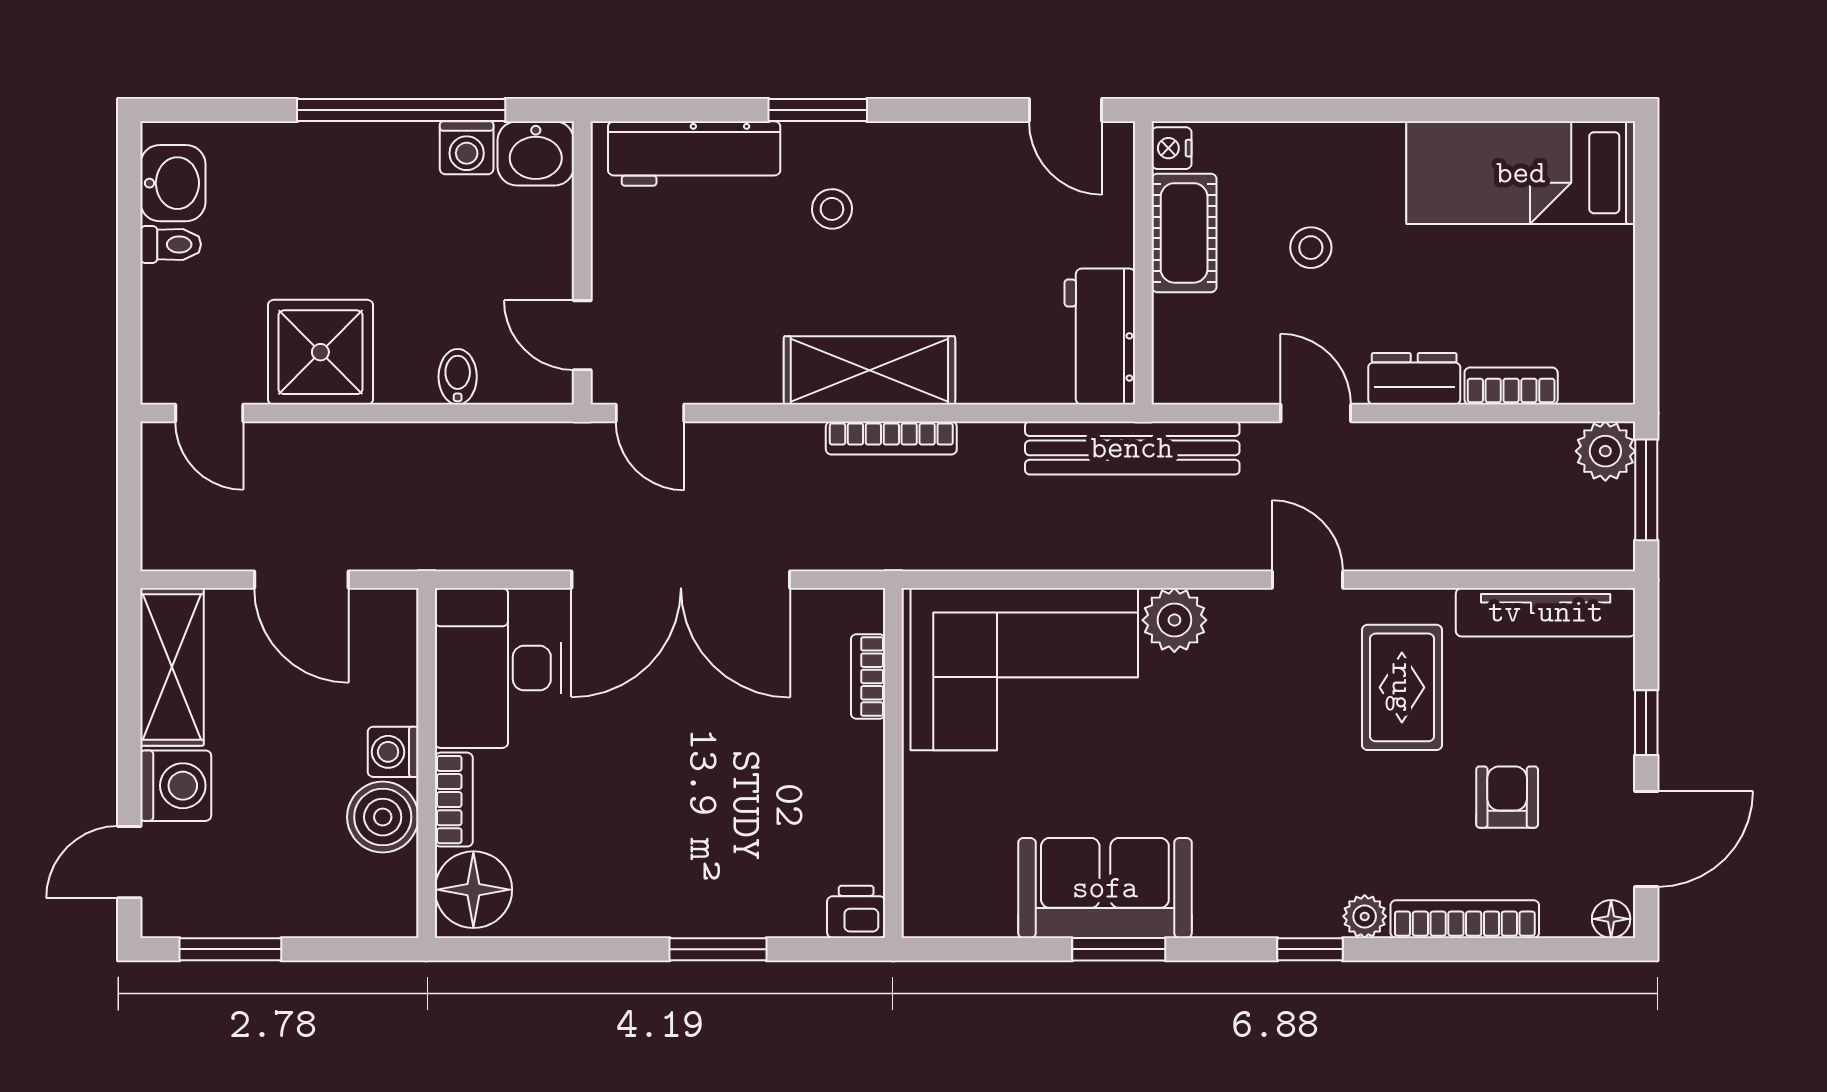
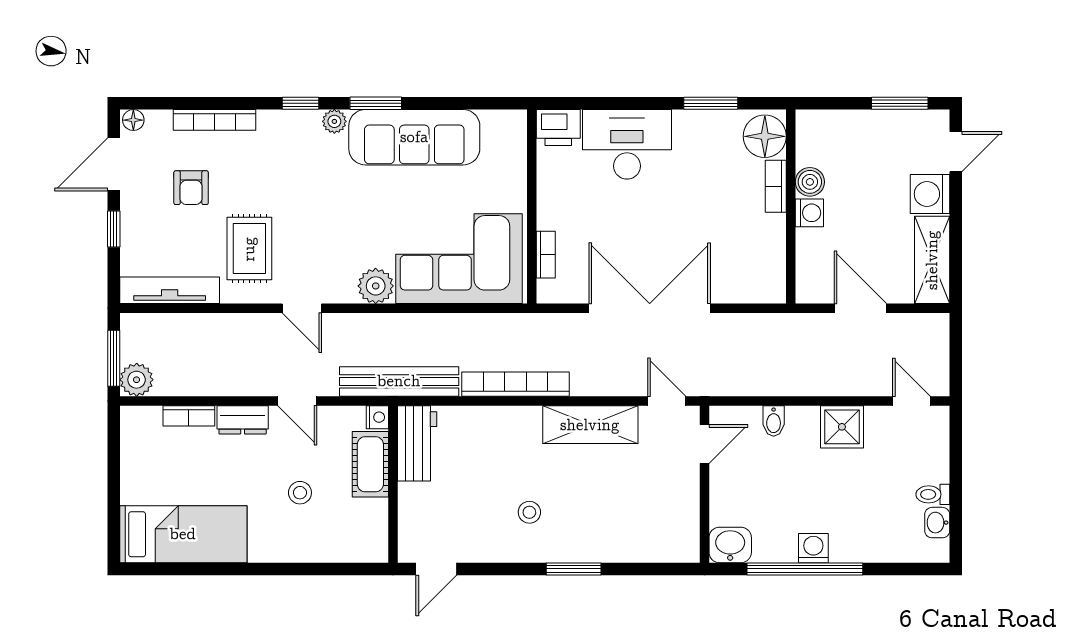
door: (1066, 110) -> (436, 569), swing flipped
washing machine: (467, 148) -> (813, 548), moved
nightstand: (1172, 148) -> (377, 417), moved
workbench: (694, 154) -> (642, 545), removed
washbasin: (173, 183) -> (937, 523), width x0.72, depth x0.69
stool: (832, 209) -> (529, 512), moved
cot: (1184, 233) -> (370, 464), moved
door: (582, 335) -> (704, 444), hinge flipped
shower: (320, 352) -> (842, 427), width x0.73, depth x0.73
shelving: (869, 370) -> (590, 425), moved
bookcase: (891, 438) -> (515, 384), width x1.48, depth x1.31
desk: (498, 668) -> (627, 144), moved, turned -90
boiler: (383, 817) -> (810, 182), width x0.73, depth x0.73
sofa: (1105, 888) -> (414, 137), width x1.36
printer: (856, 912) -> (558, 127), width x1.36, depth x1.24
plant: (1365, 916) -> (334, 121), moved
window: (718, 949) -> (711, 103), moved
window: (1119, 949) -> (376, 103), moved

